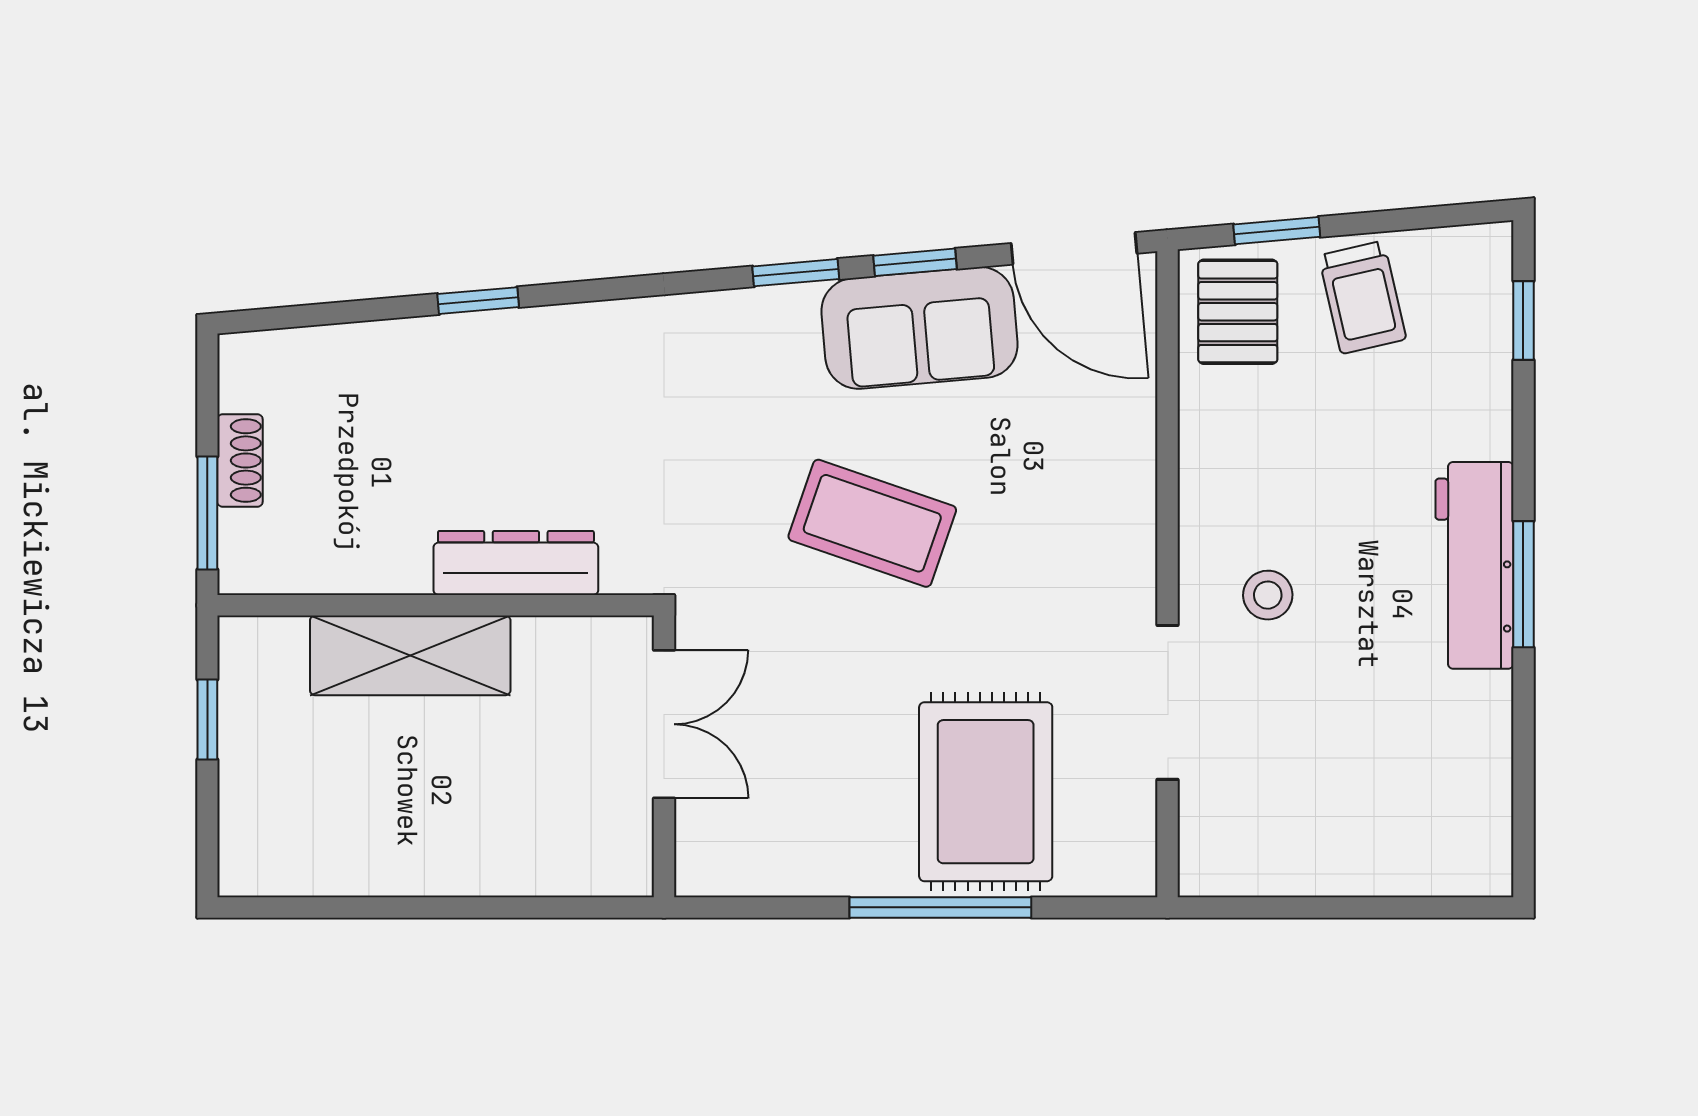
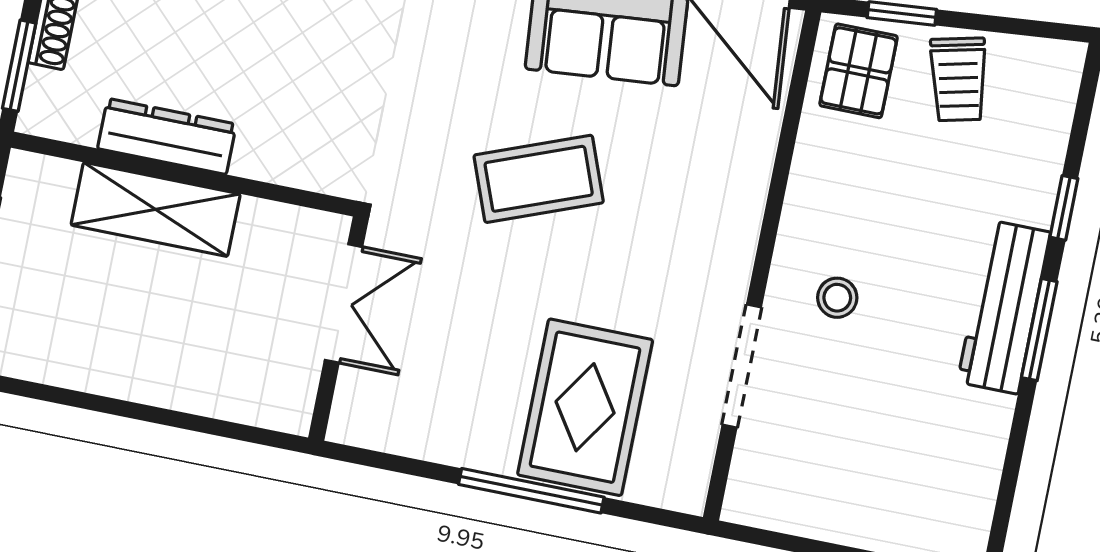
window: (1523, 321) -> (1064, 208), moved
coffee table: (872, 523) -> (539, 179), turned -40
dresser: (516, 563) -> (167, 136), moved

